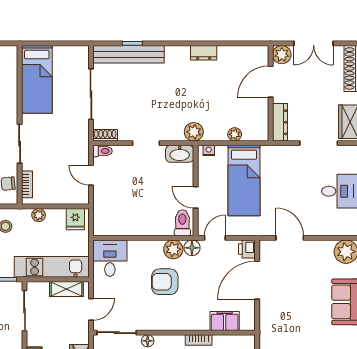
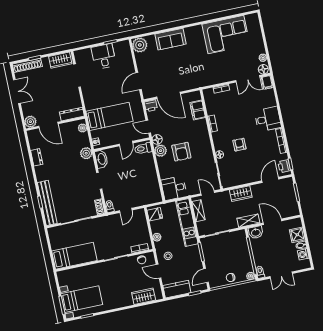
plant: (282, 55) -> (30, 122), moved
door: (271, 82) -> (48, 125), moved
wall: (271, 93) -> (55, 124), moved
dresser: (280, 122) -> (72, 114), moved

